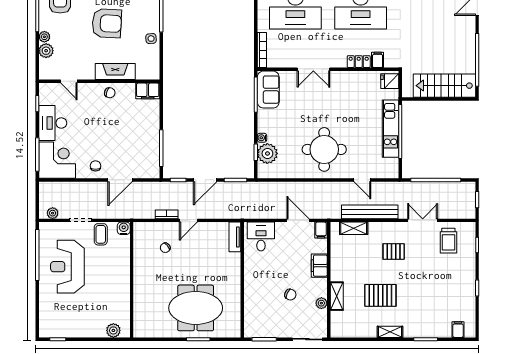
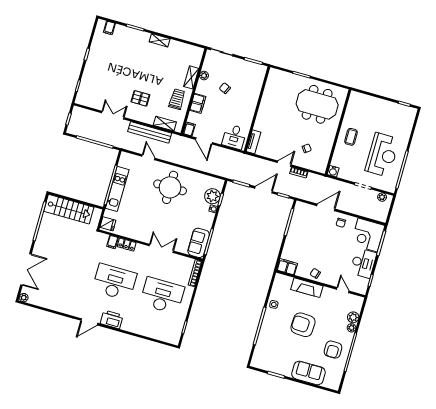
double door: (423, 220) -> (113, 115), swing flipped
coffee table: (101, 234) -> (351, 137), moved
trolley: (448, 241) -> (177, 99), moved
pallet: (380, 295) -> (159, 69), removed
meeting table: (196, 308) -> (317, 104), moved
plant: (113, 330) -> (362, 99), removed

